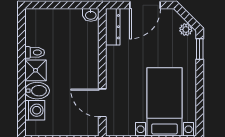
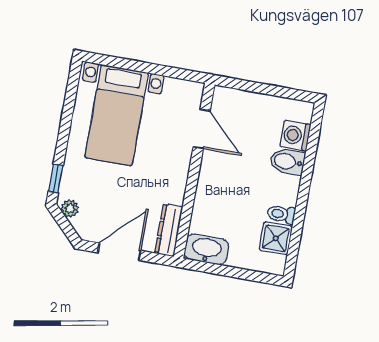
washbasin: (91, 15) -> (206, 249), width x1.91, depth x1.45
shower: (35, 70) -> (276, 238), moved

